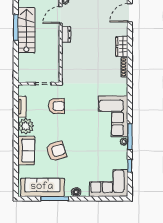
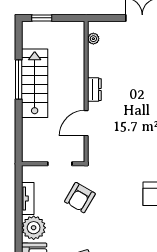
door: (61, 15) -> (86, 123), moved
armchair: (56, 106) -> (80, 198), turned 120

